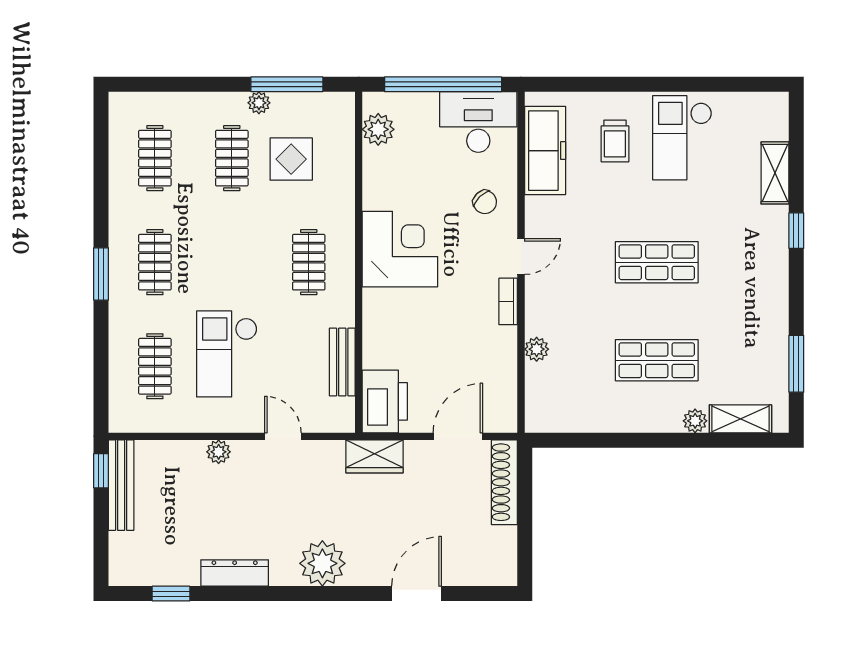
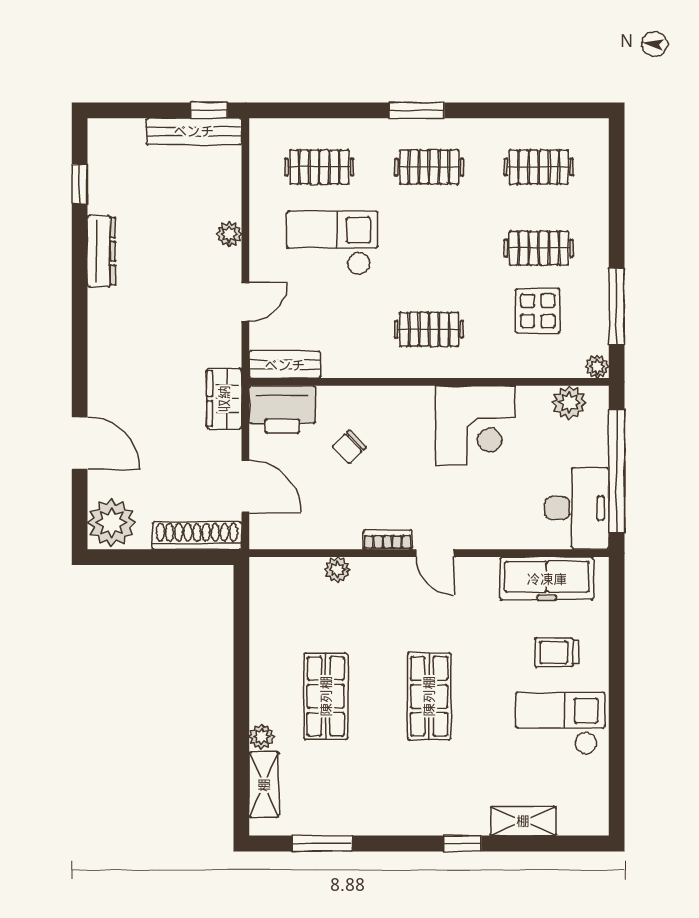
plant: (259, 103) -> (597, 367), moved
chair: (485, 202) -> (349, 447), moved
corner desk: (400, 249) -> (475, 426), moved
bench: (342, 362) -> (285, 365), moved
plant: (322, 563) -> (111, 523), moved

